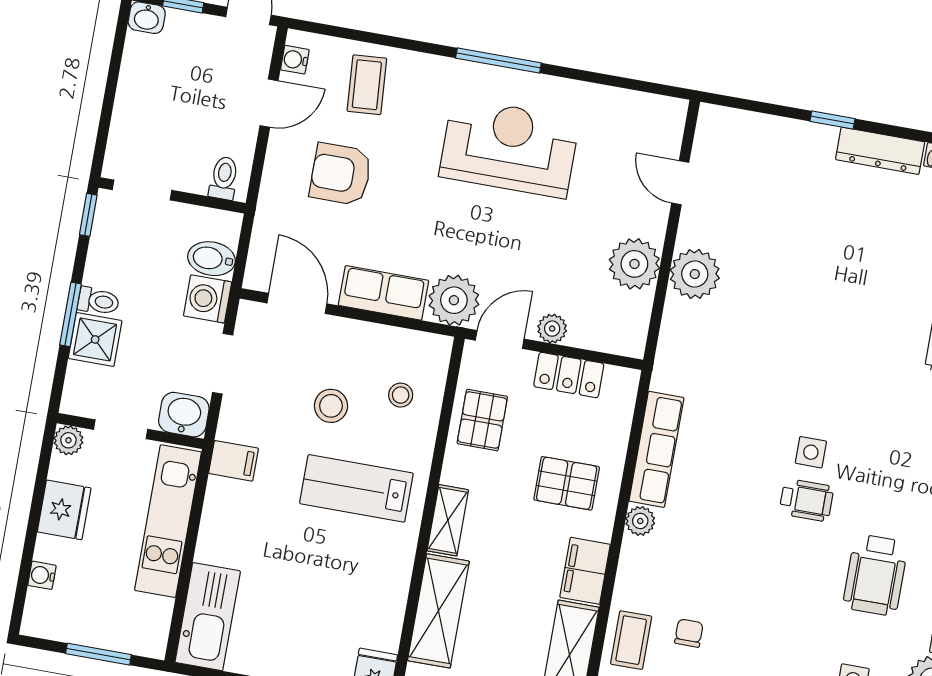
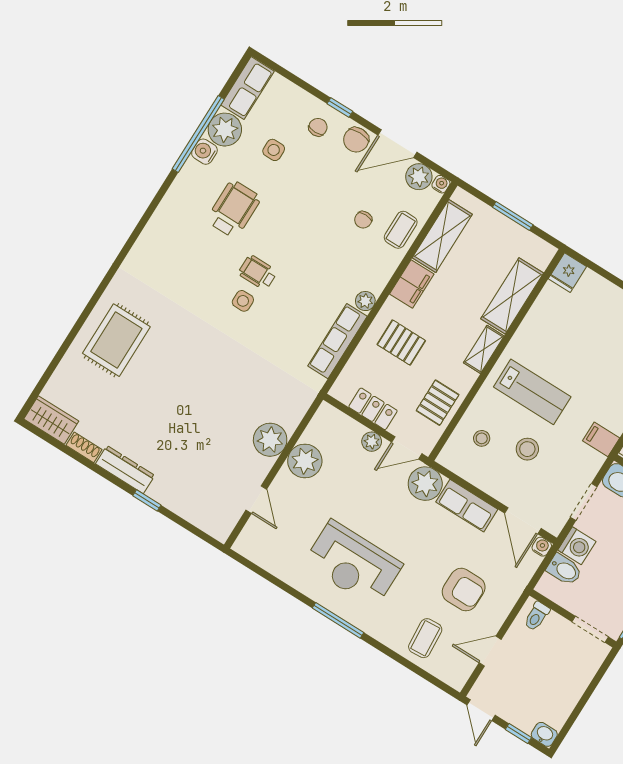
water cooler: (295, 60) -> (542, 547), moved, turned -90

